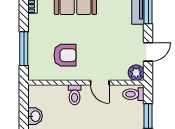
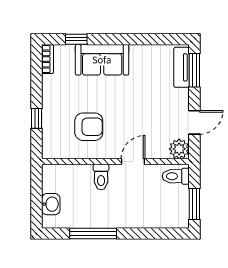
window: (24, 49) -> (36, 118), width x0.46
door: (100, 83) -> (133, 162), swing flipped

